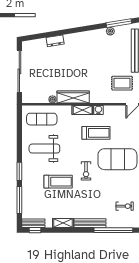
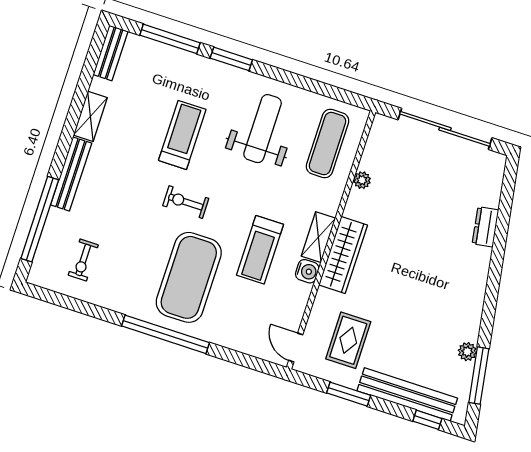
wardrobe: (73, 97) -> (343, 255), moved
treadmill: (58, 182) -> (182, 135), turned 180
window: (35, 230) -> (95, 51), removed

